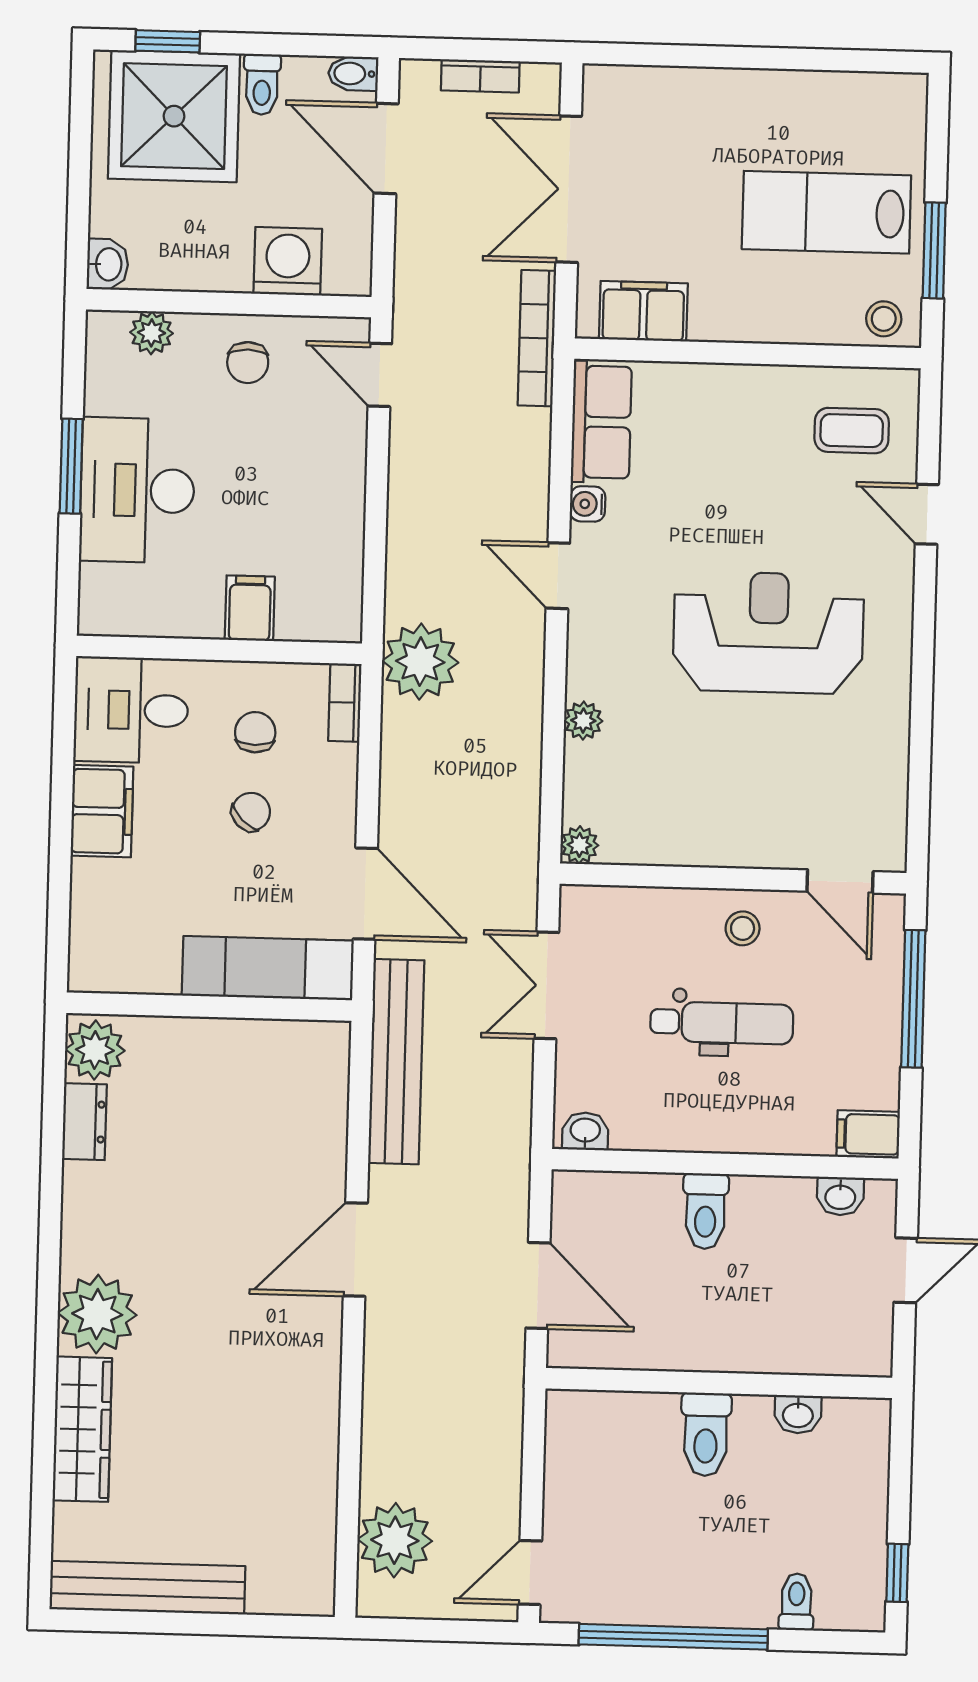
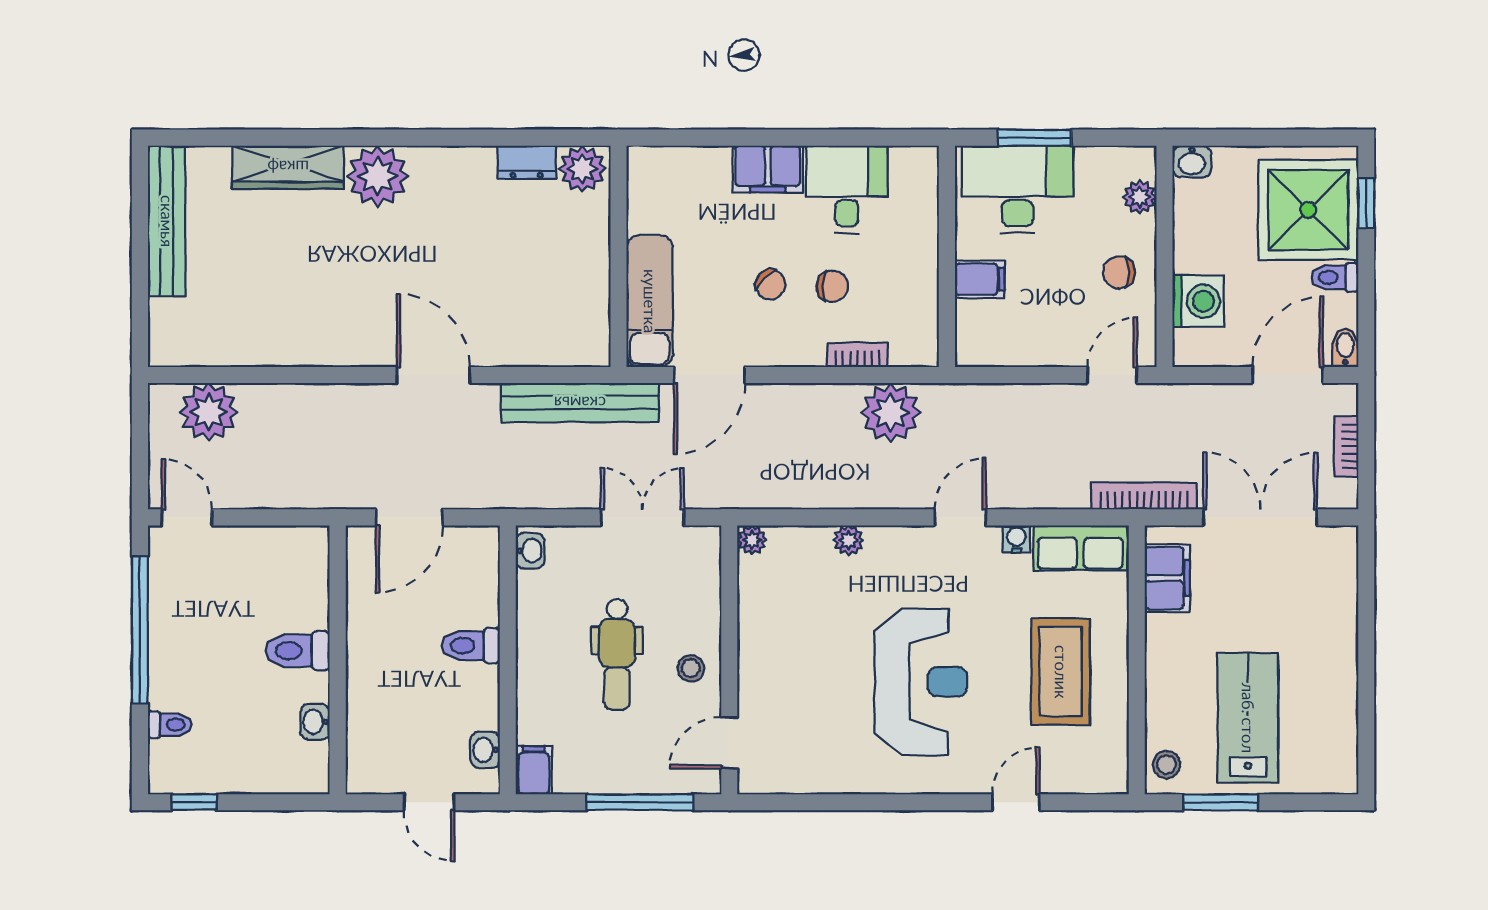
coffee table: (852, 431) -> (1061, 672), moved, width x1.86, depth x1.72
filing cabinet: (250, 608) -> (980, 279), moved
wall: (219, 650) -> (947, 256), moved

